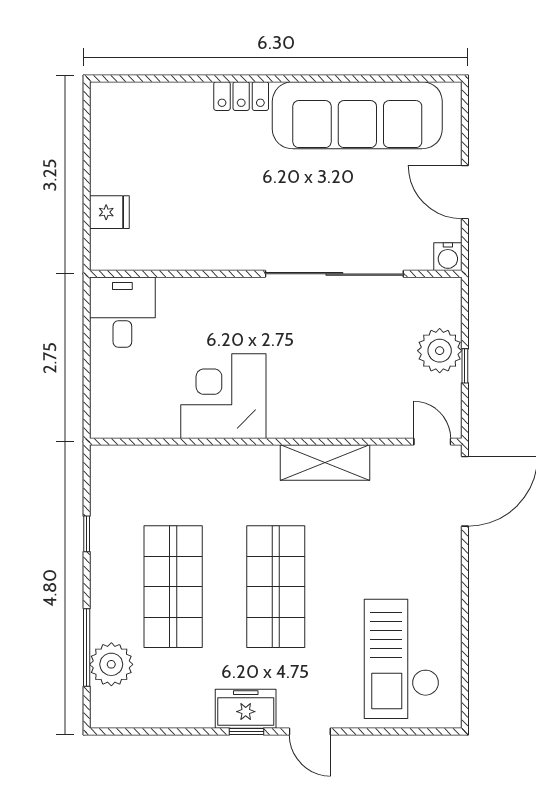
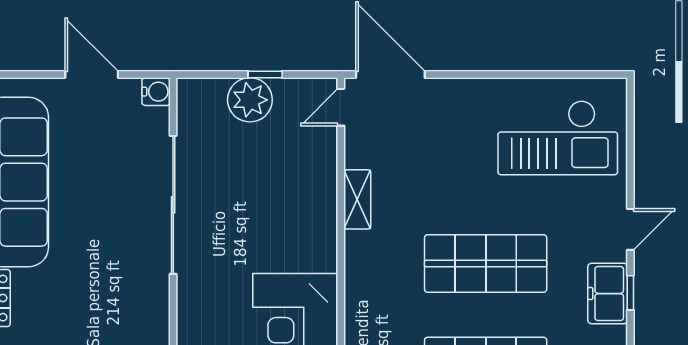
door: (465, 192) -> (92, 75), swing flipped
shelving: (325, 463) -> (357, 199), width x0.67, depth x0.75

